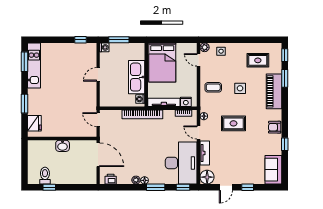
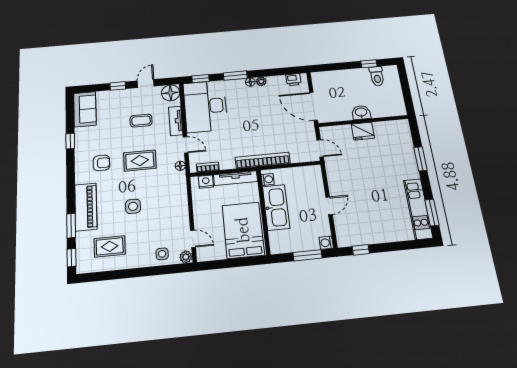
coffee table: (213, 87) -> (141, 121), moved
fridge: (34, 123) -> (363, 131), moved, turned -90
armchair: (275, 127) -> (101, 163), moved

